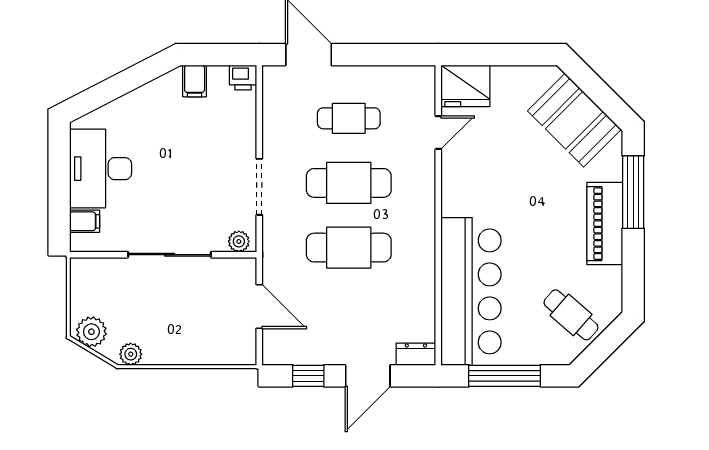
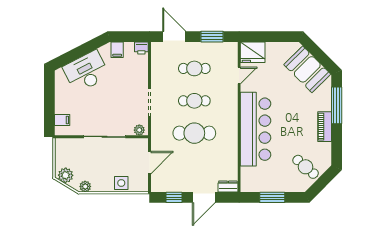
window: (384, 55) -> (212, 37), added
desk: (101, 169) -> (86, 72), moved, turned 63
cafe table: (349, 183) -> (194, 101), width x0.73, depth x0.74
piano: (605, 224) -> (325, 127), width x0.73, depth x0.75
bar counter: (471, 291) -> (256, 129), moved
door: (259, 306) -> (150, 163), hinge flipped
side table: (203, 347) -> (121, 183), added
window: (505, 376) -> (272, 197), width x0.69

